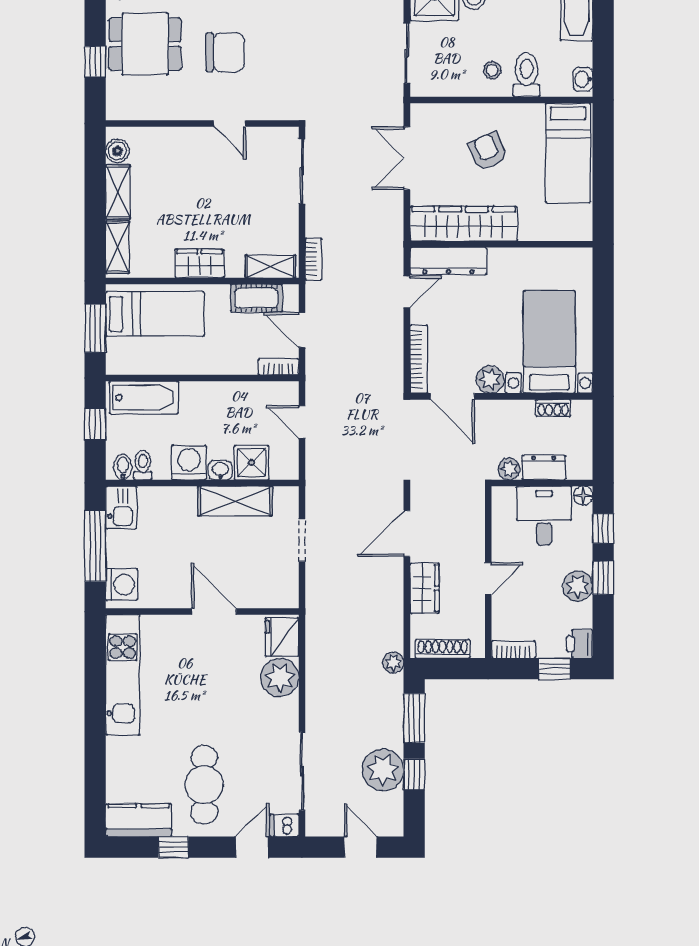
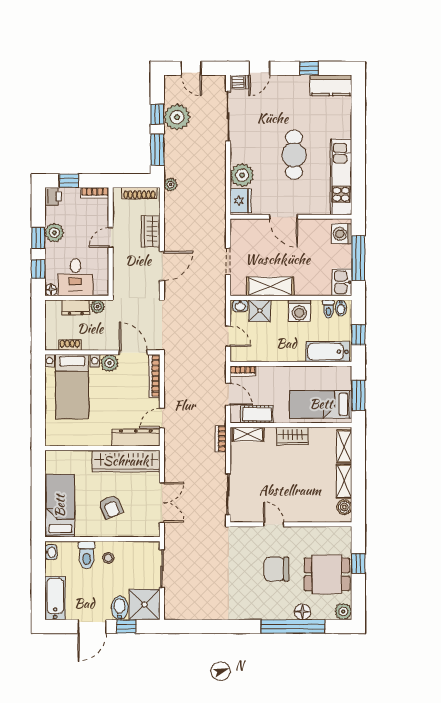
washbasin: (220, 470) -> (240, 306), moved
cafe table: (204, 785) -> (294, 155), moved

